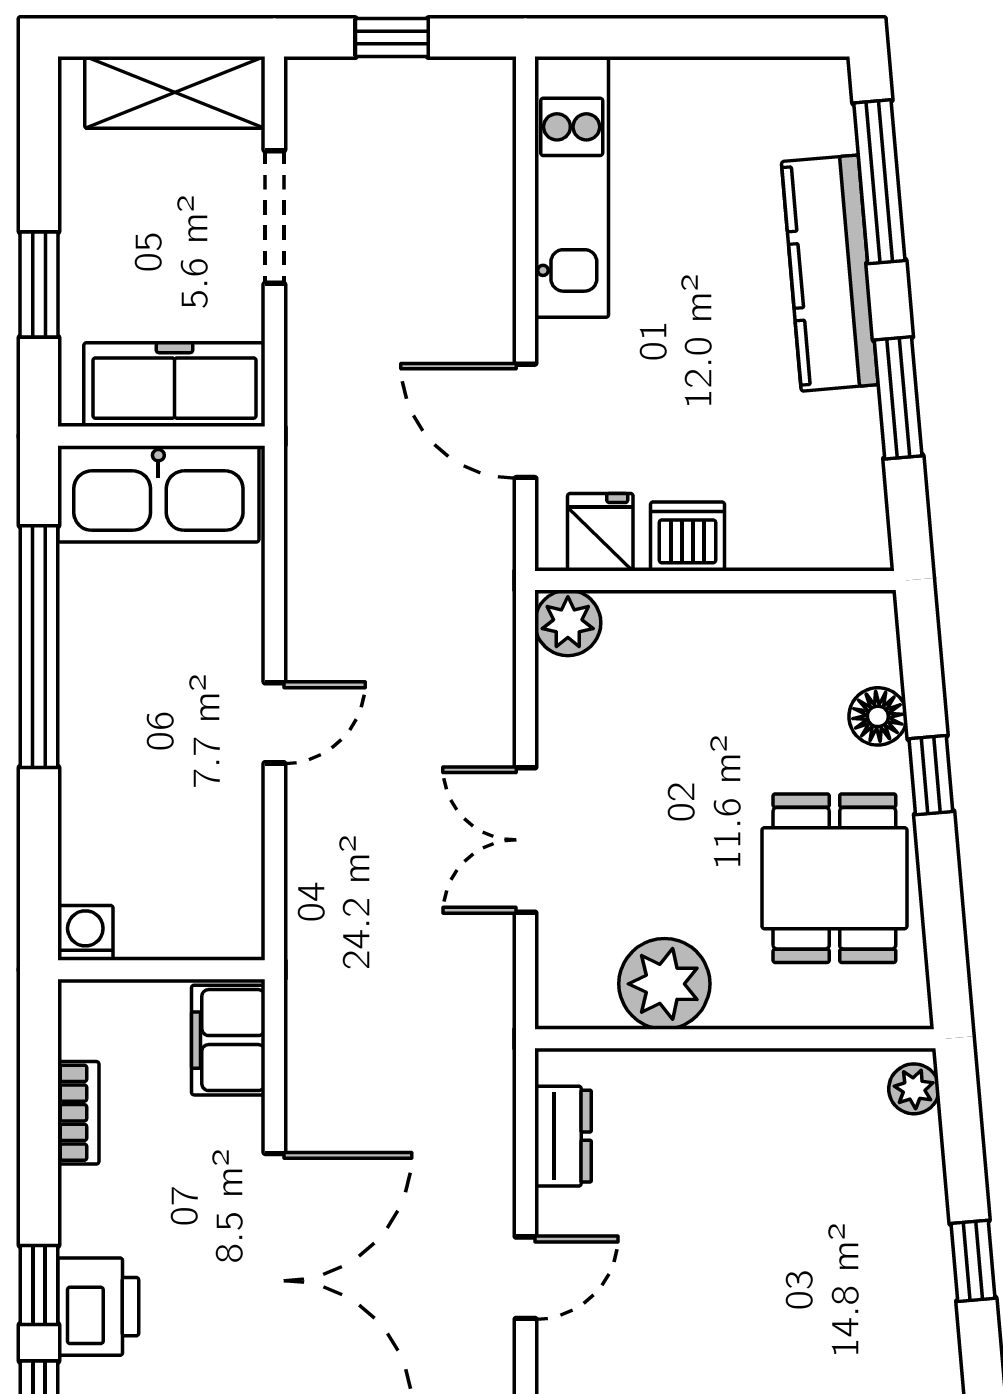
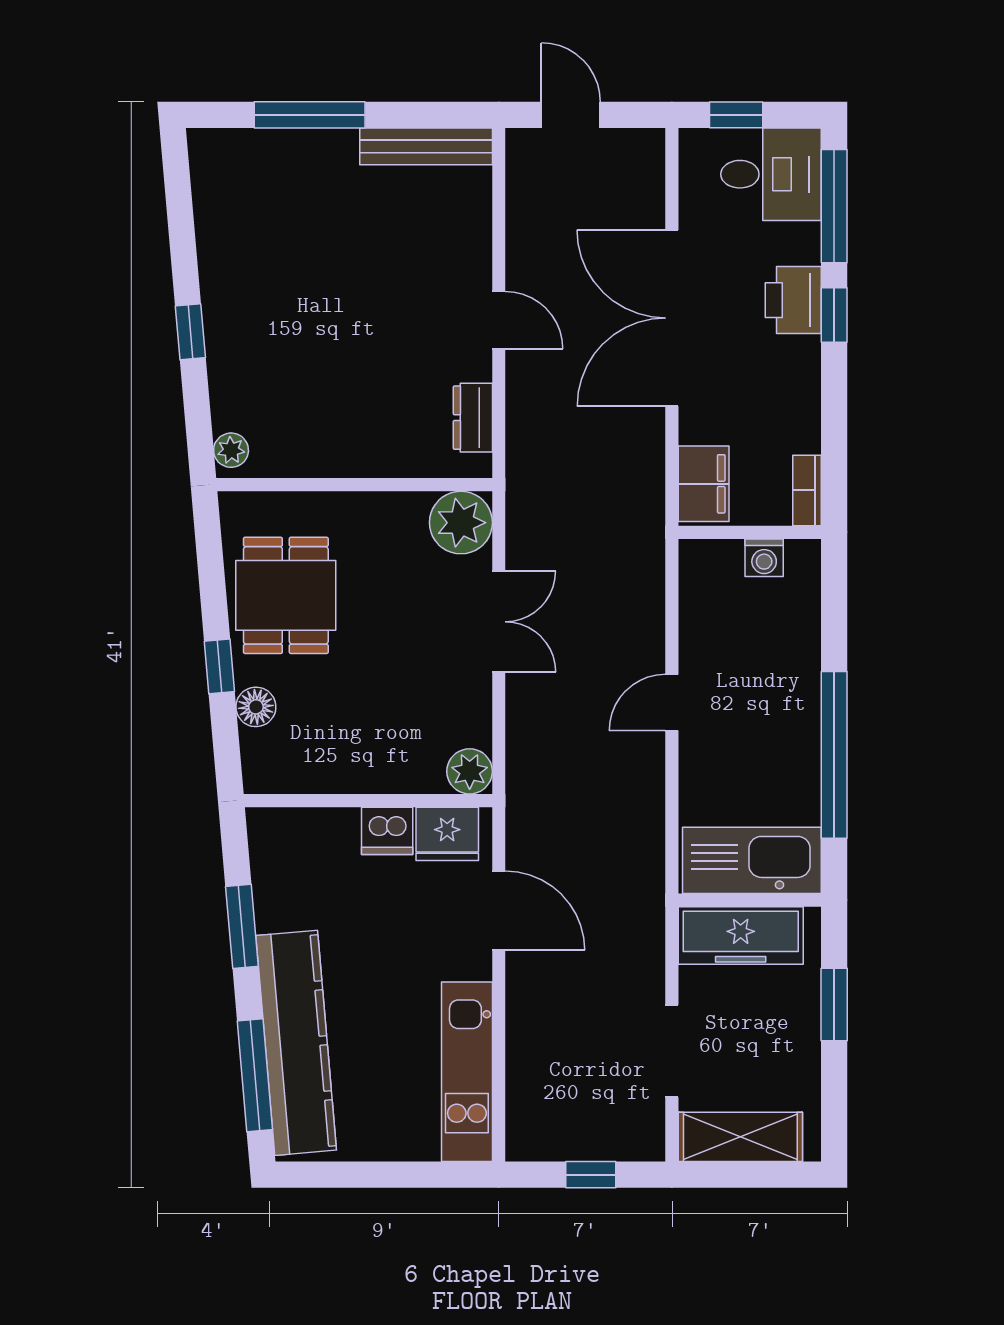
kitchen counter: (830, 273) -> (296, 1043), width x1.39, depth x1.17
fridge: (600, 532) -> (447, 834), width x1.38
washing machine: (85, 933) -> (764, 558), moved
plant: (664, 984) -> (461, 523), moved
bookcase: (78, 1113) -> (807, 490), moved
door: (525, 1278) -> (499, 320), swing flipped

